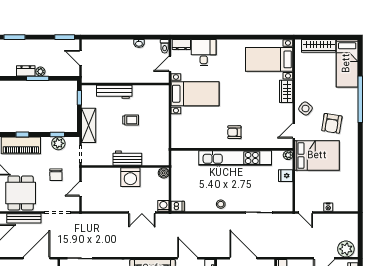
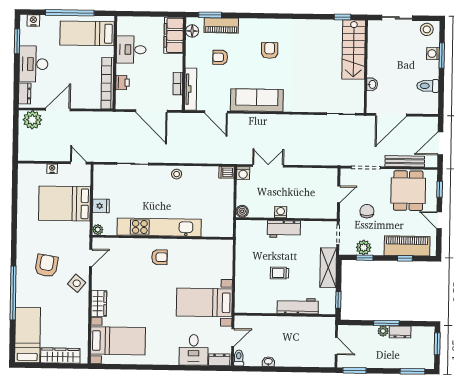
bed: (317, 156) -> (65, 204), moved
washing machine: (130, 177) -> (281, 212), width x0.53, depth x0.53

